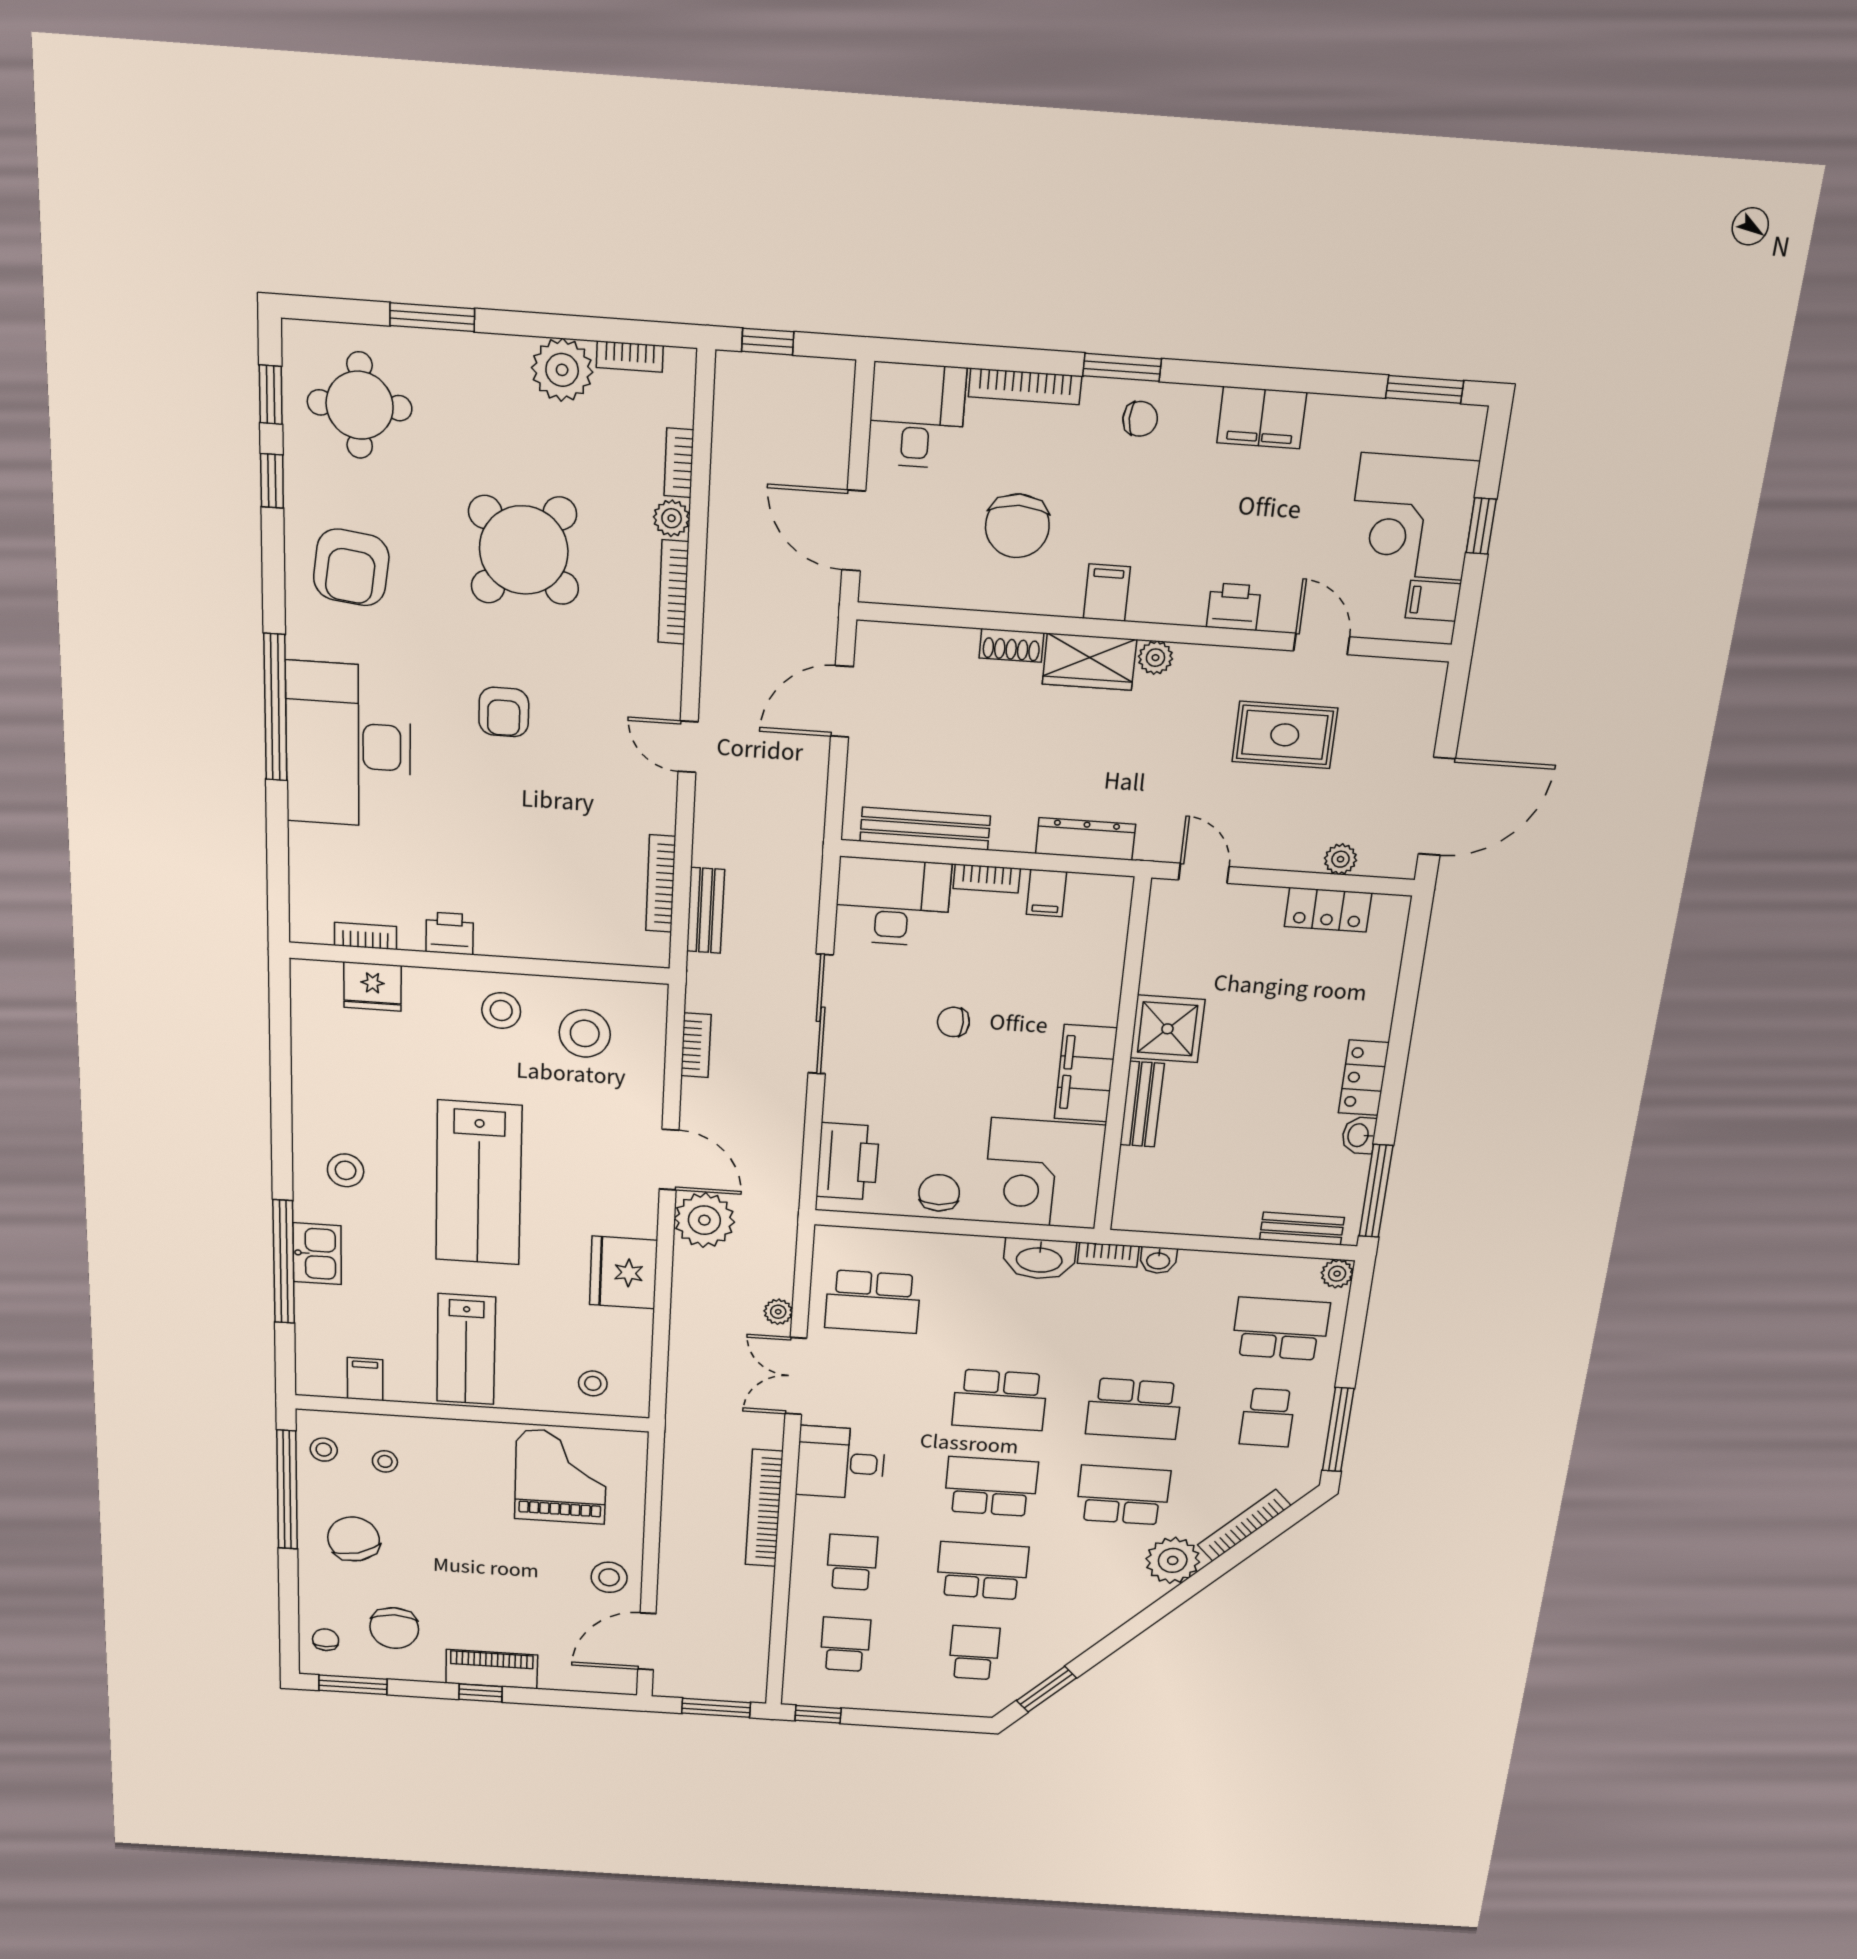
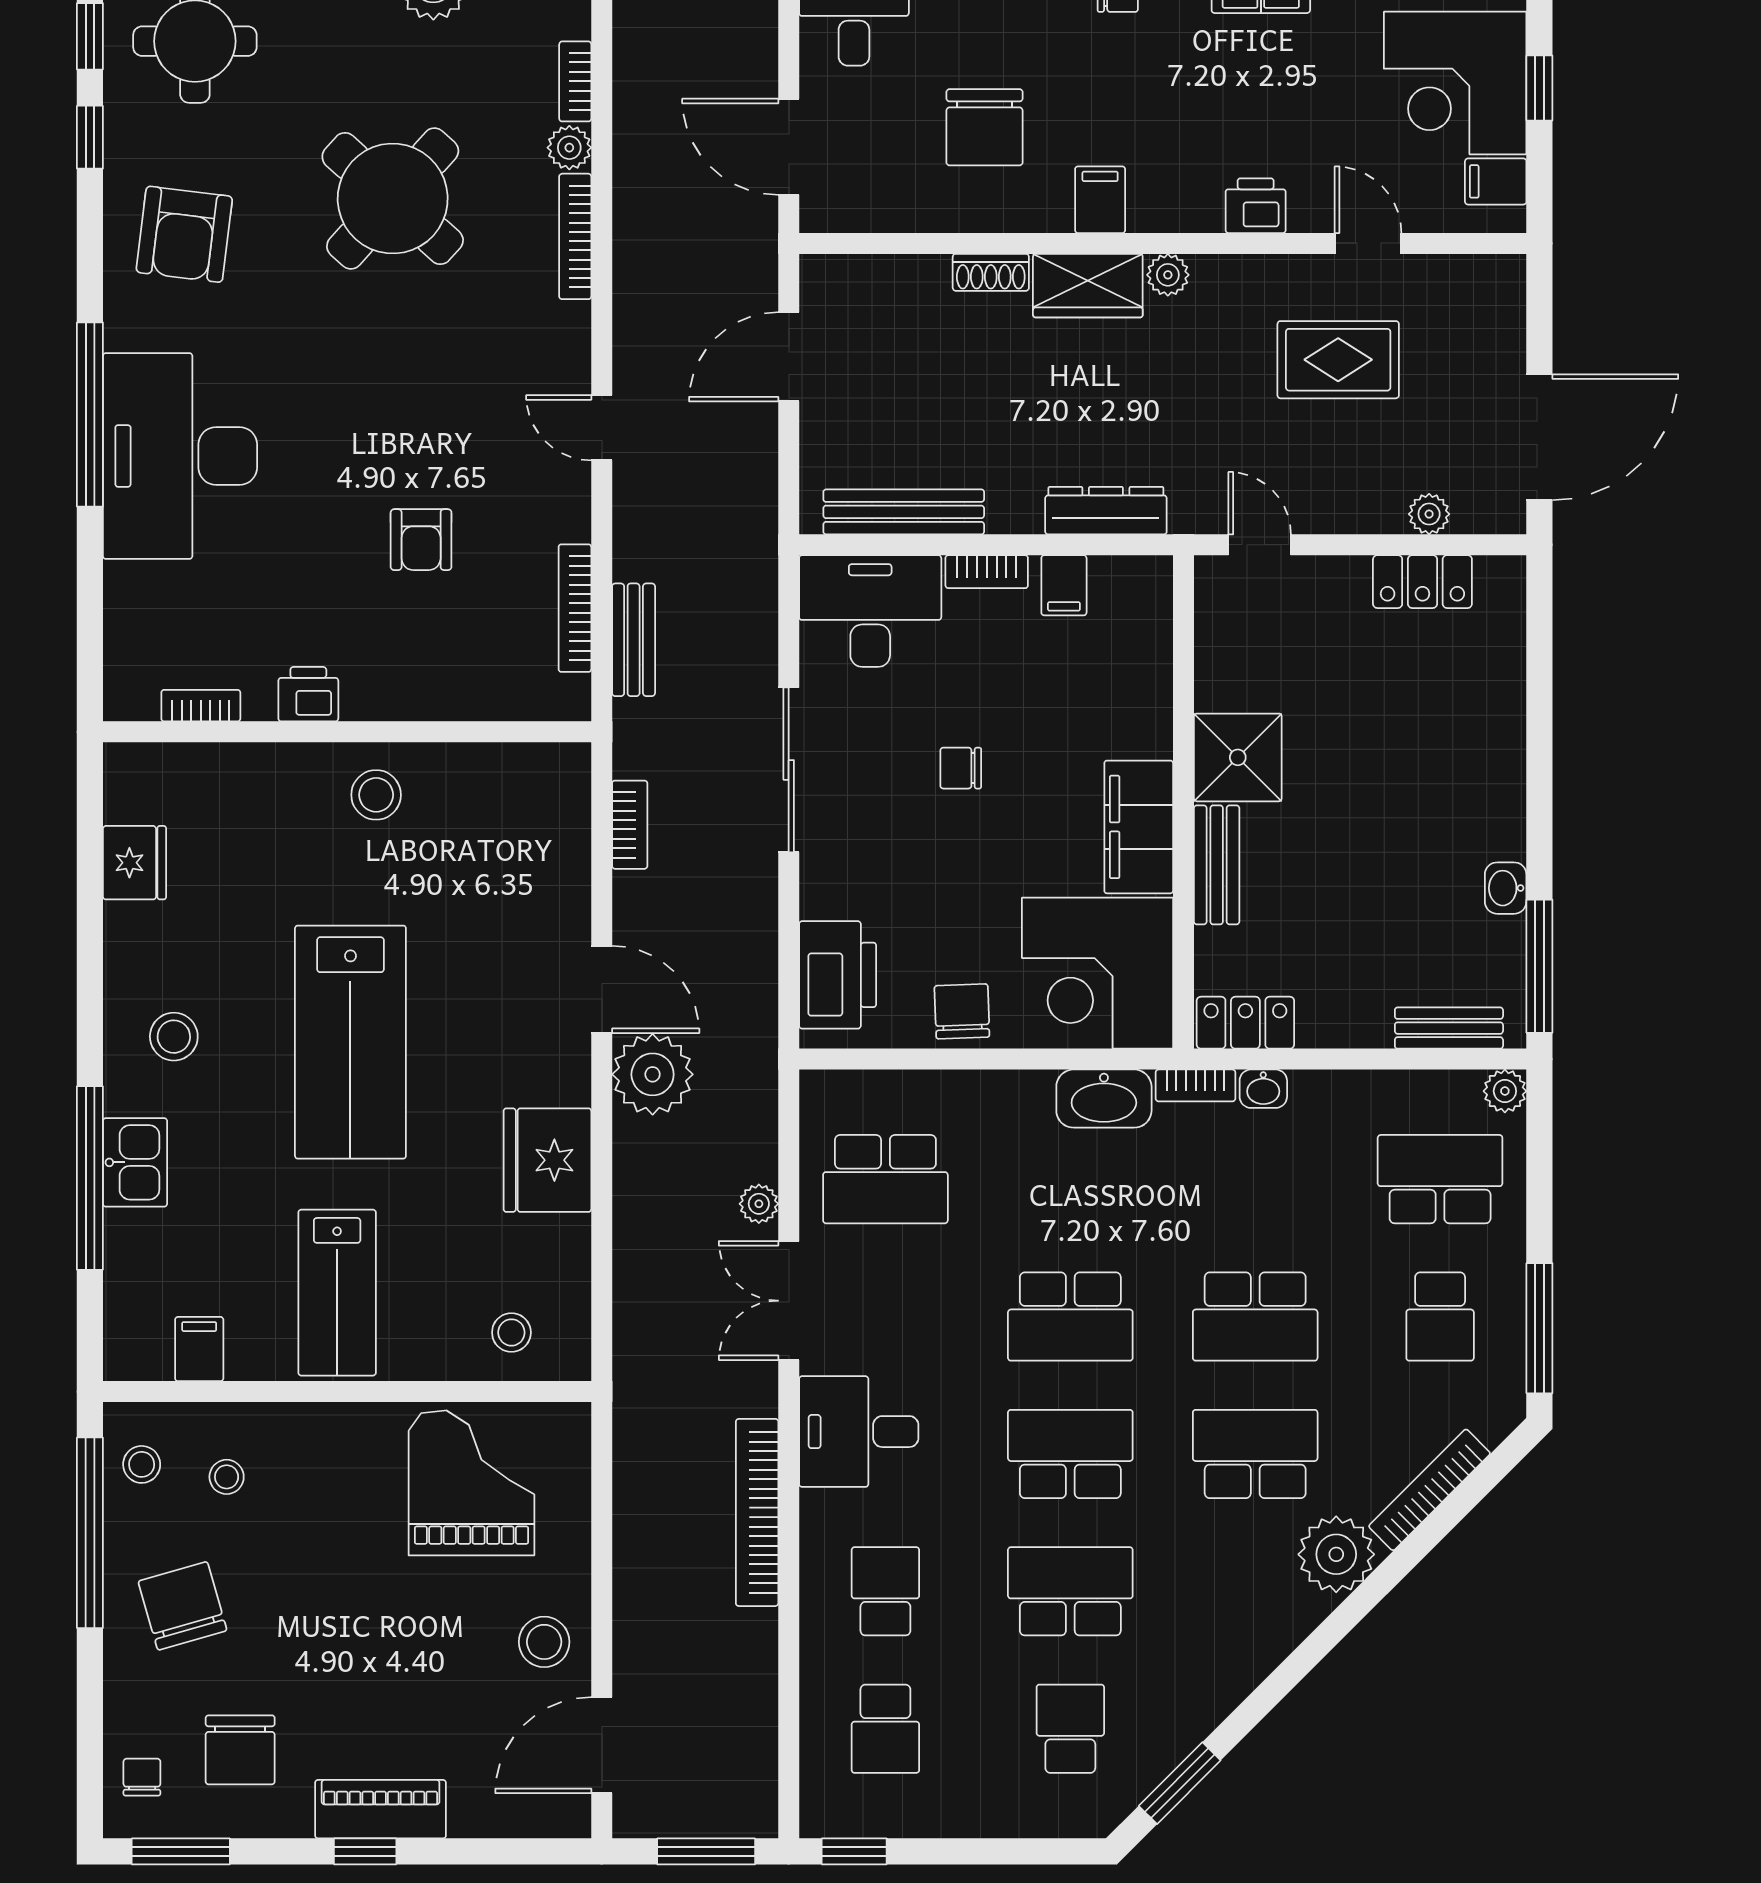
armchair: (504, 712) -> (421, 540), moved
fridge: (373, 986) -> (135, 863), moved, turned -90
stool: (585, 1033) -> (485, 819), removed
locker: (1364, 1078) -> (1245, 1023), moved, turned 90
school desk: (845, 1644) -> (885, 1729), turned 180

